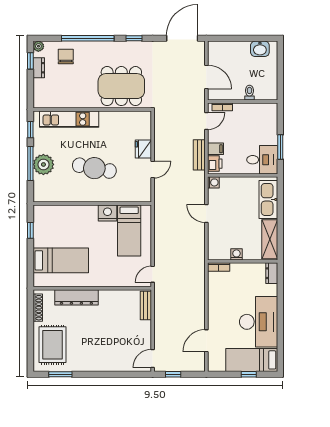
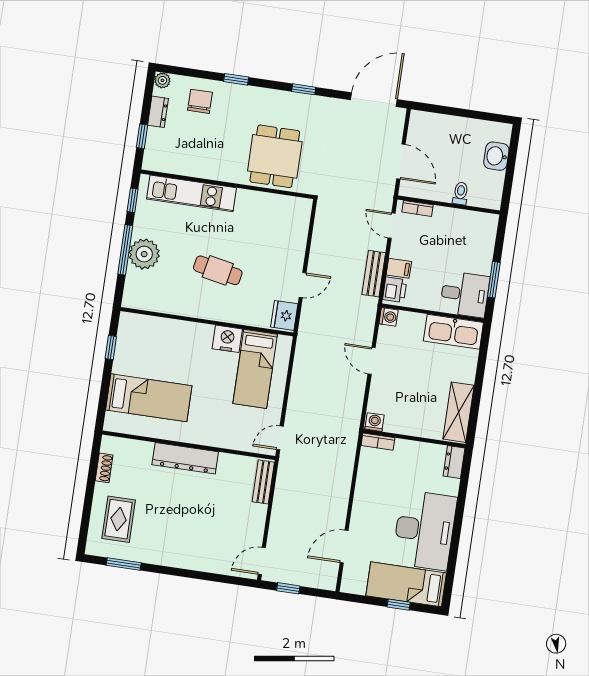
window: (88, 38) -> (236, 79), width x0.32
washbasin: (260, 49) -> (496, 156), moved, turned 90
window: (30, 61) -> (142, 136), moved
dining table: (121, 86) -> (275, 156), width x0.73
door: (206, 121) -> (391, 226), swing flipped
fridge: (143, 149) -> (284, 315), moved
cafe table: (94, 168) -> (218, 270), width x0.73, depth x0.74
kitchen sink: (268, 199) -> (453, 332), moved, turned -90
washing machine: (236, 254) -> (375, 422), moved
dresser: (76, 297) -> (185, 458), moved
shoe rack: (38, 308) -> (104, 468), width x0.70
rug: (53, 345) -> (119, 519), width x0.73, depth x0.70

